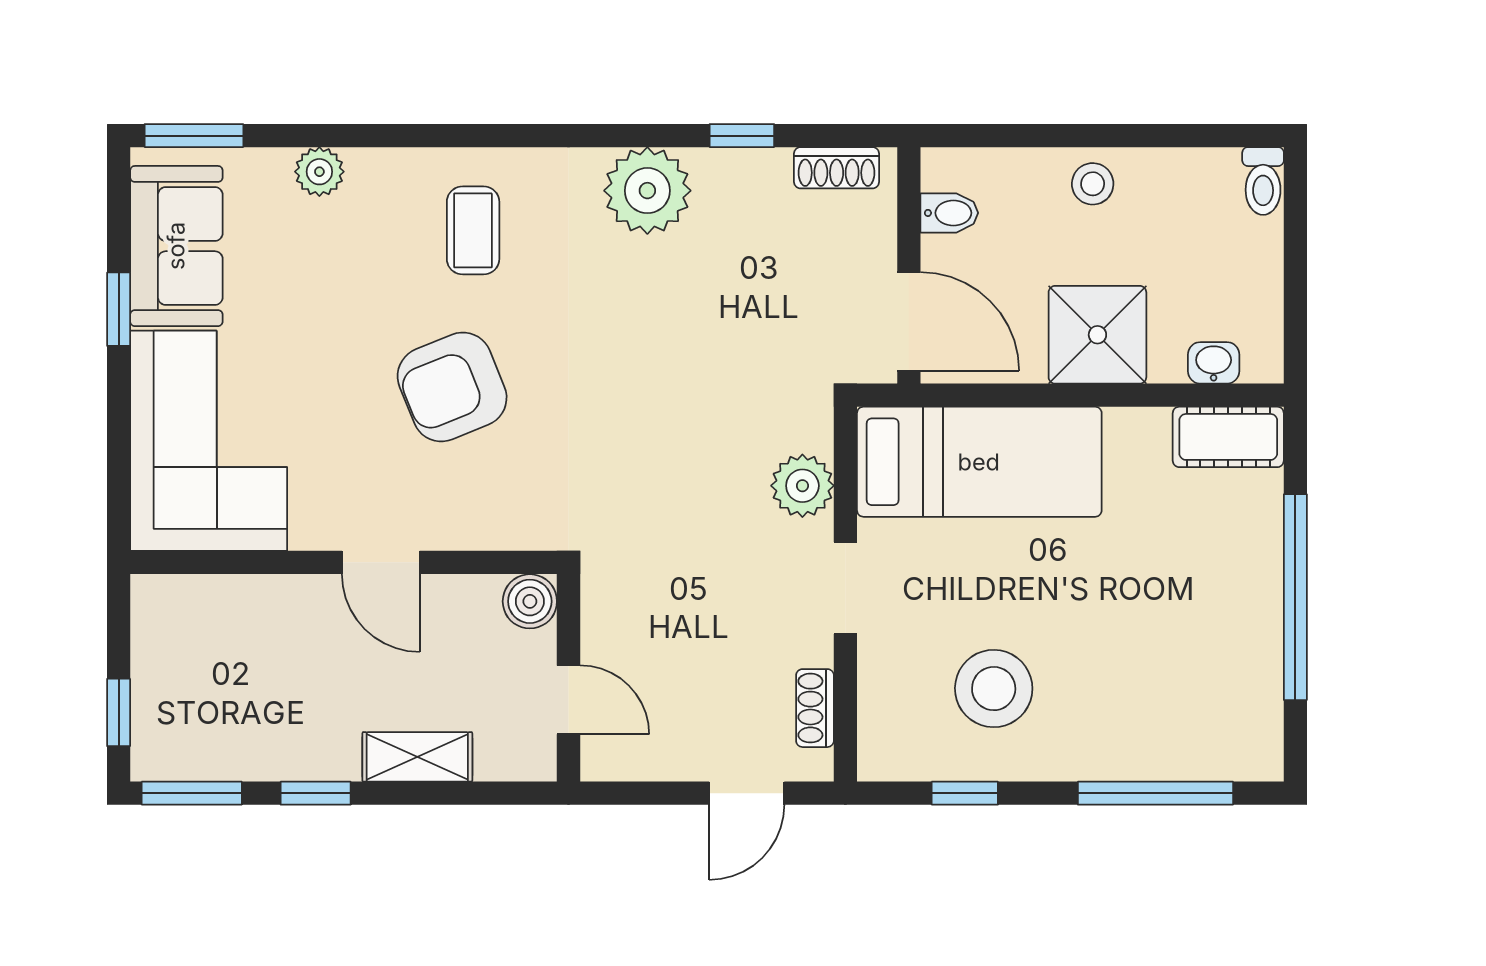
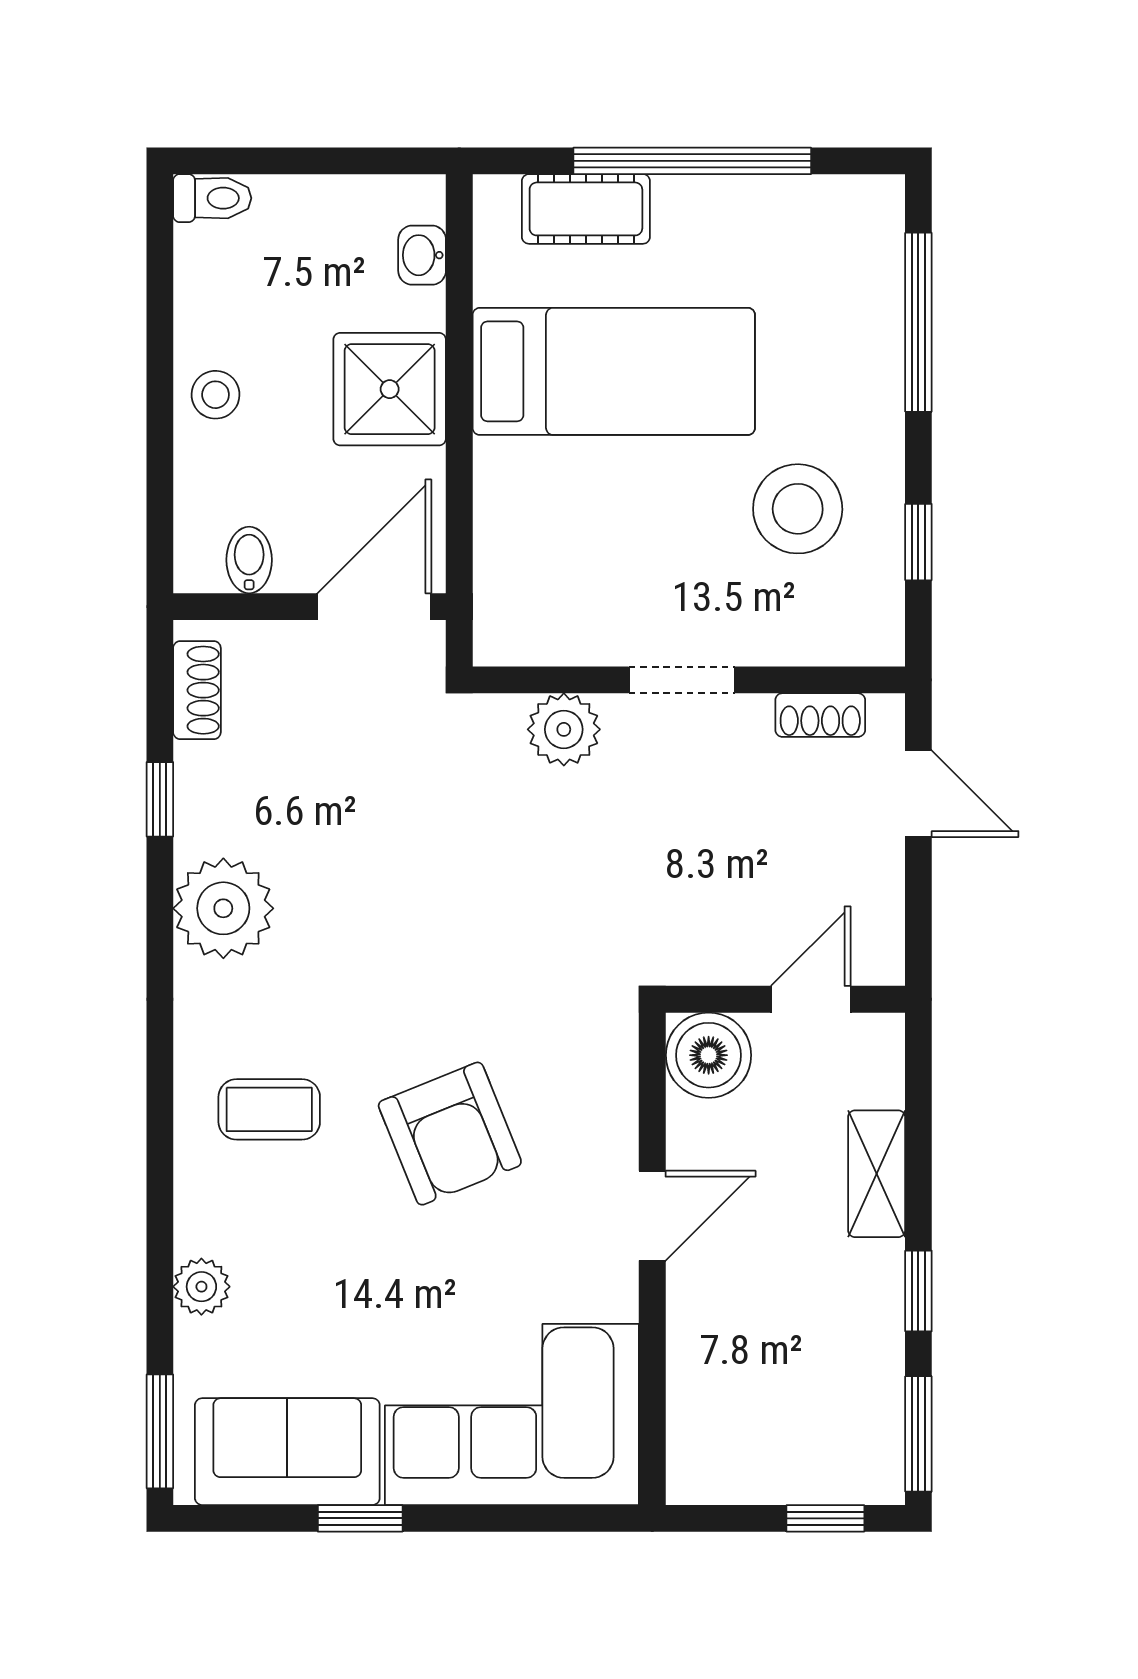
cot: (1228, 437) -> (586, 209), moved, turned 90
bed: (979, 462) -> (614, 371), moved, turned 90
boiler: (530, 601) -> (709, 1055), width x1.36, depth x1.36

